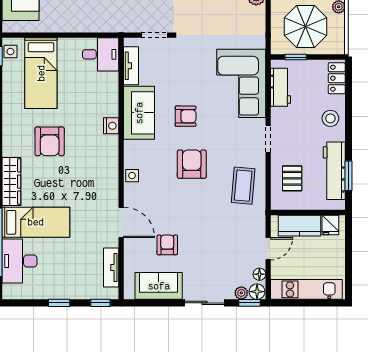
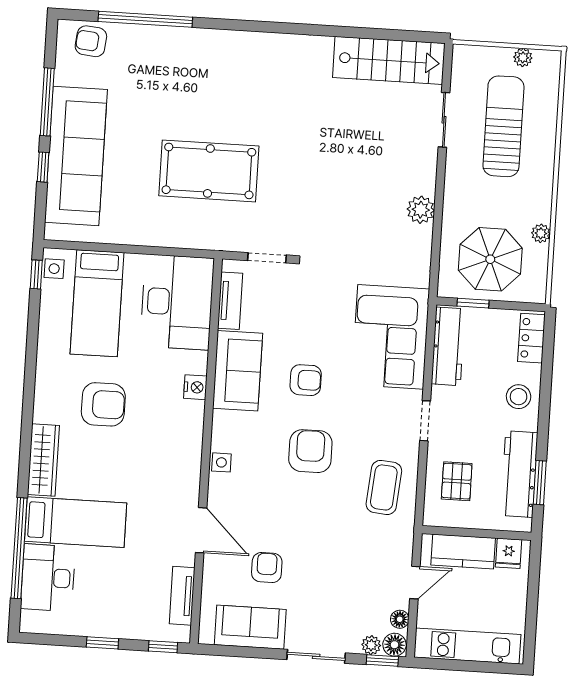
desk: (101, 54) -> (177, 302), width x1.87, depth x1.30
workbench: (281, 87) -> (448, 346), width x1.37
armchair: (50, 141) -> (103, 404), turned -90

